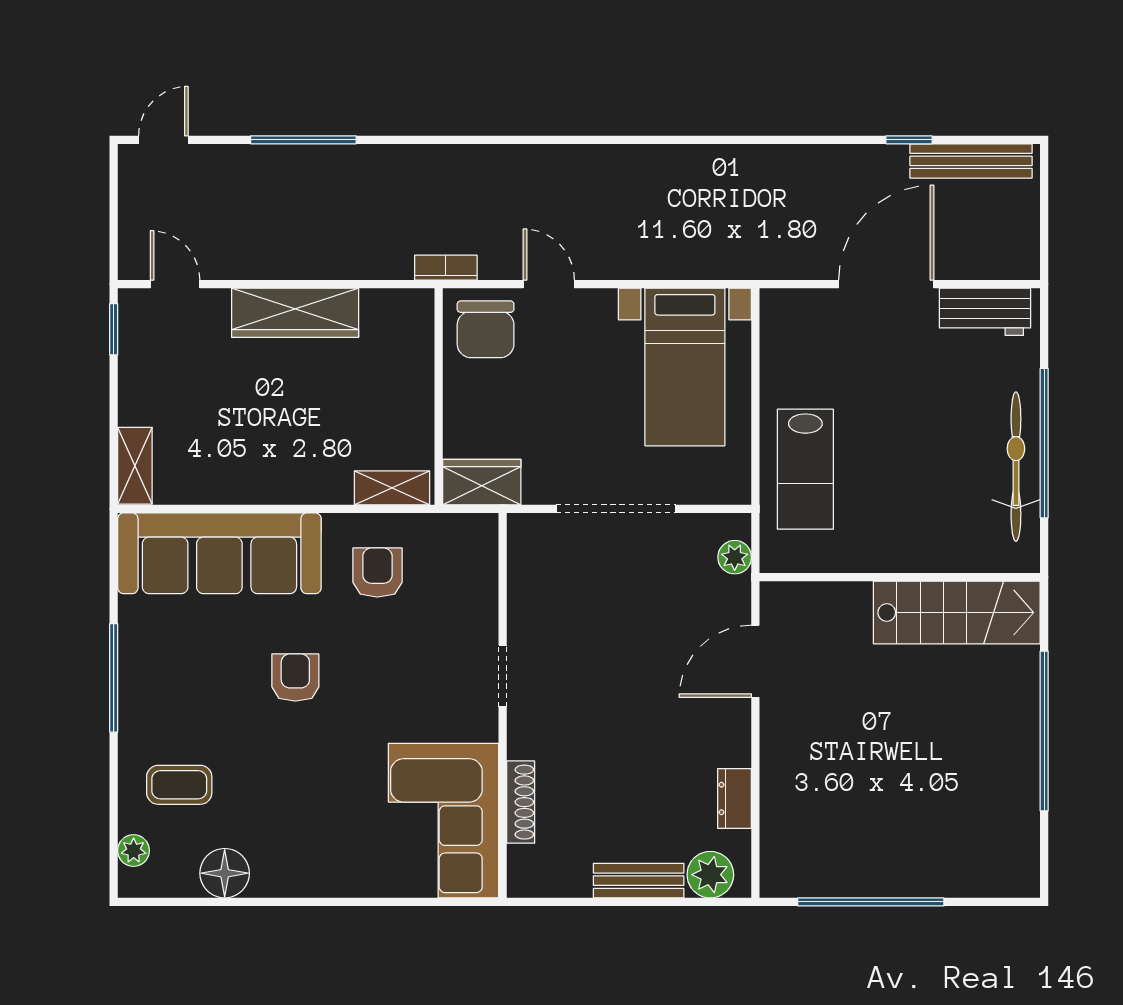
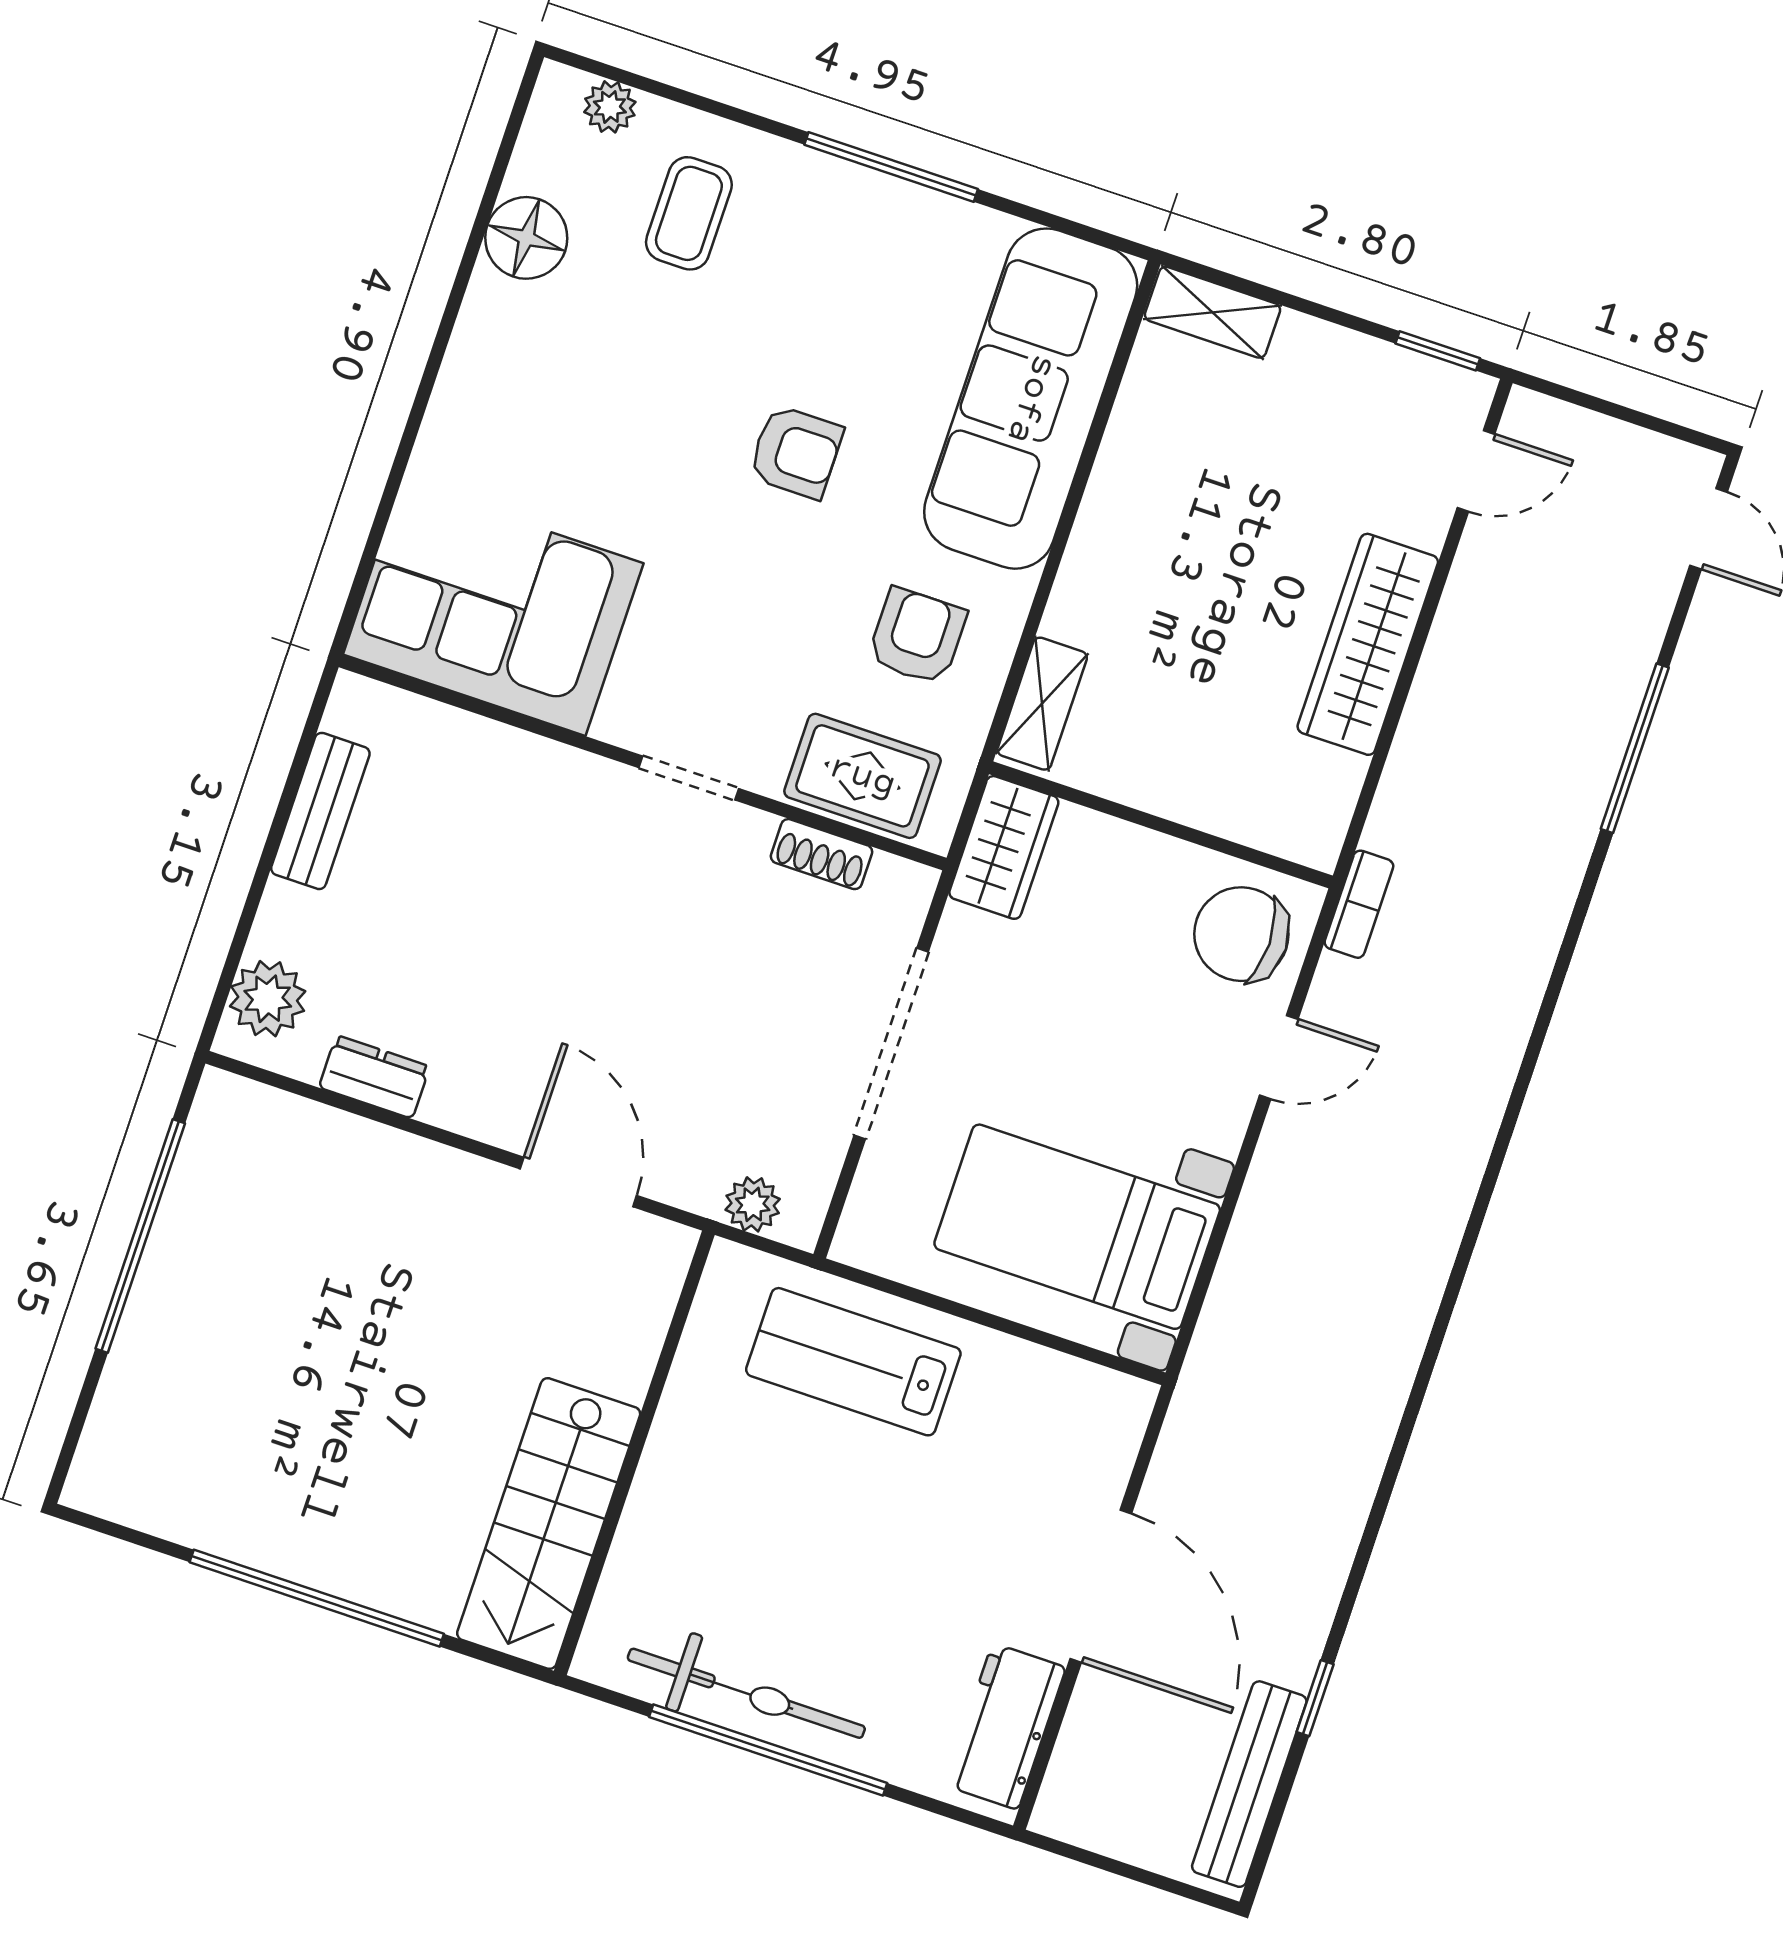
armchair: (377, 573) -> (917, 636), turned -90
rug: (468, 577) -> (862, 776), added
shoe rack: (521, 802) -> (821, 854), moved, width x0.70
bench: (639, 881) -> (320, 811), moved

